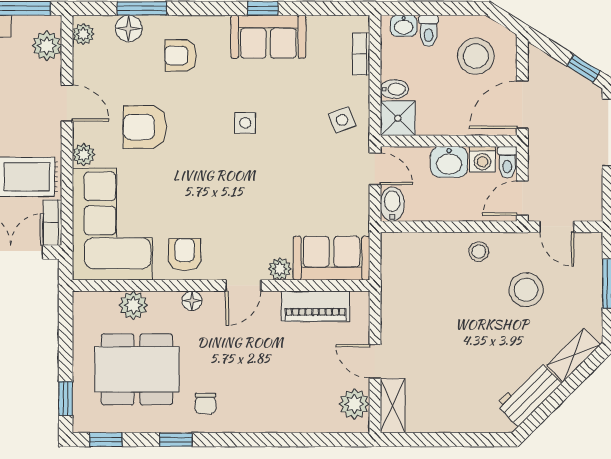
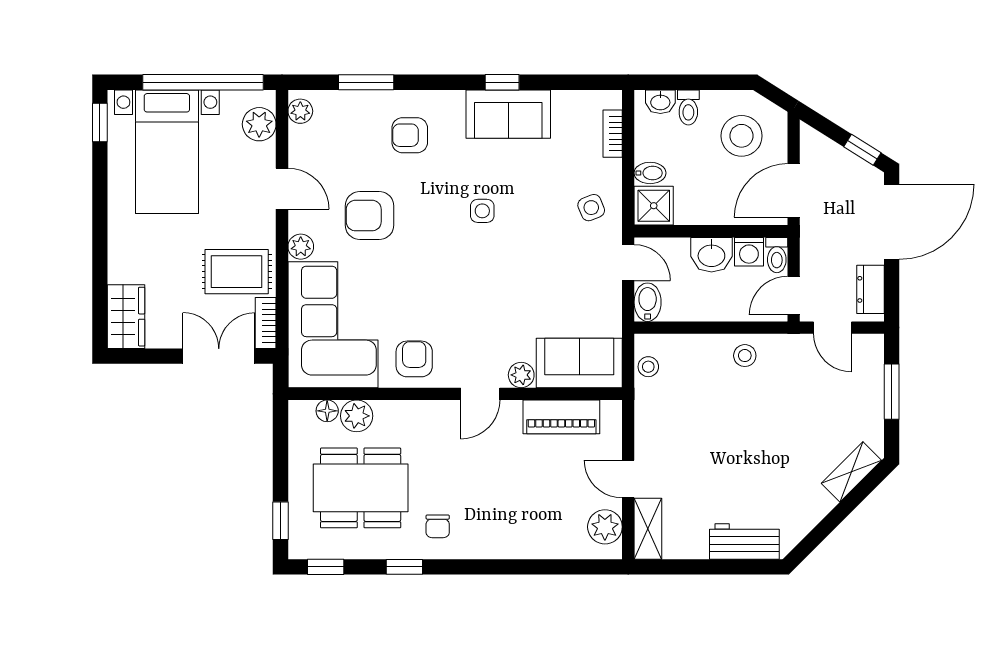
floor lamp: (129, 28) -> (351, 105), removed
dresser: (591, 193) -> (870, 289), added
stool: (526, 290) -> (648, 367), moved, width x0.53, depth x0.53
floor lamp: (192, 301) -> (327, 411), moved
workbench: (529, 394) -> (744, 541), moved, turned 45

